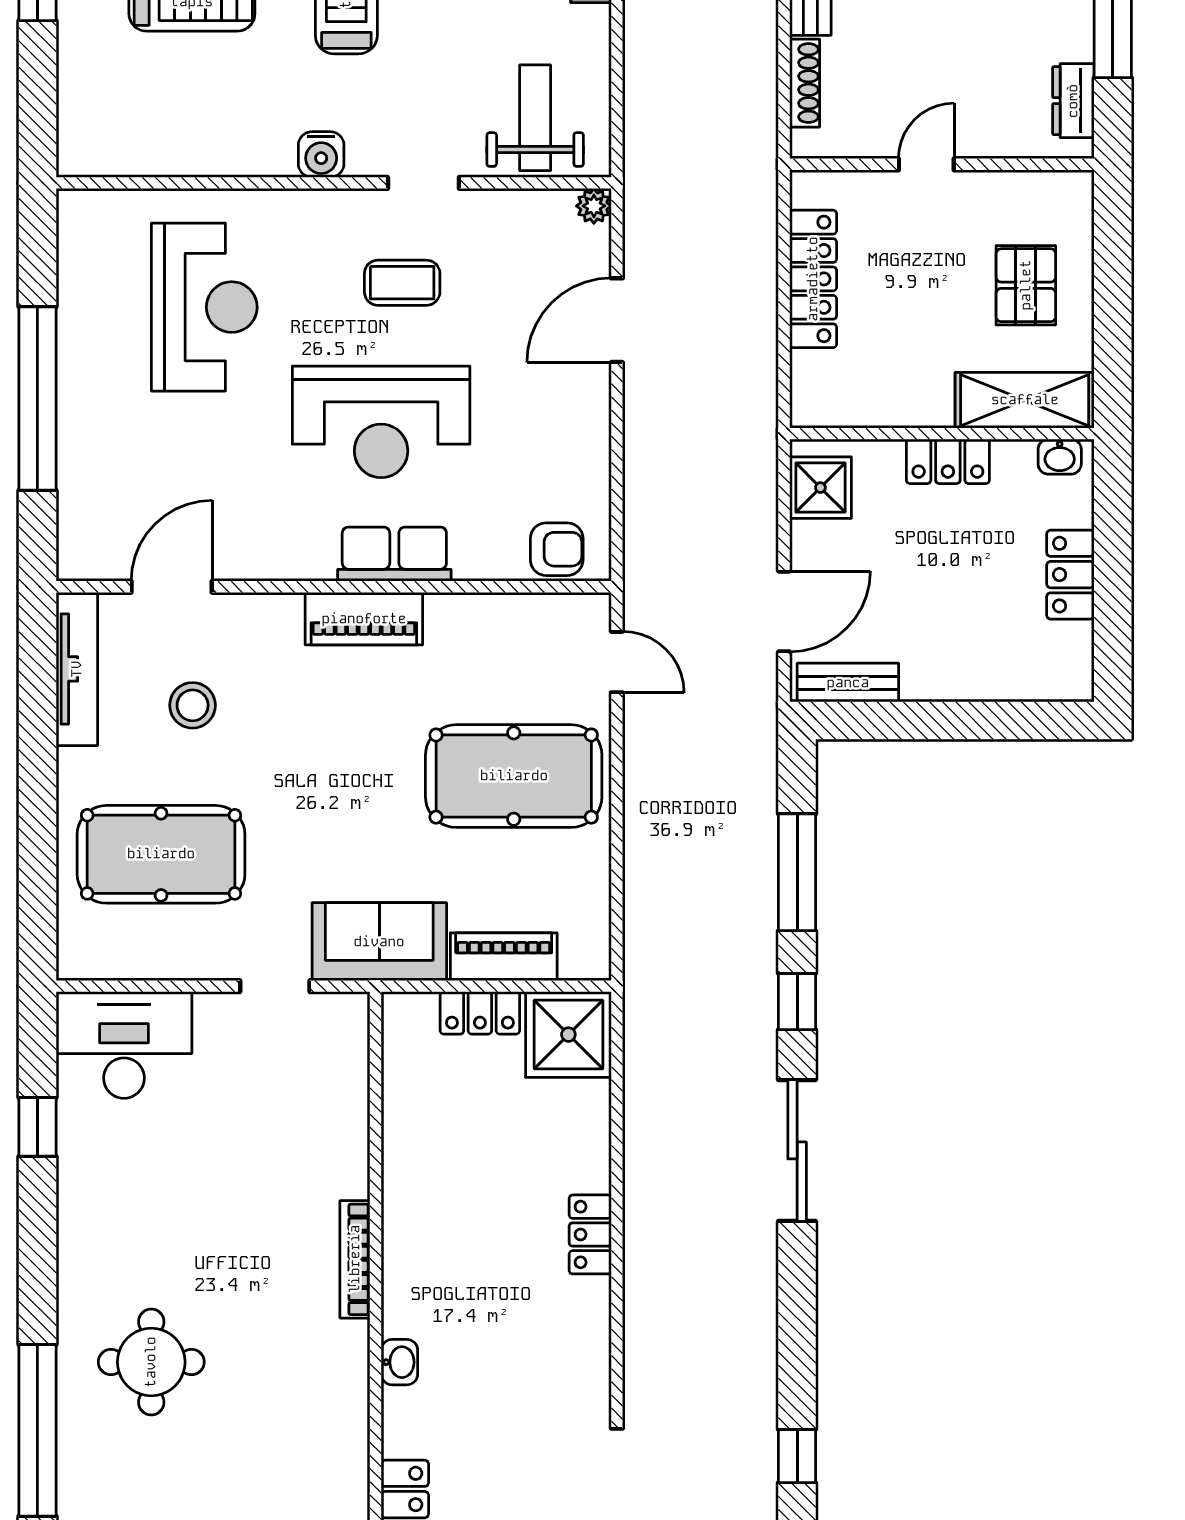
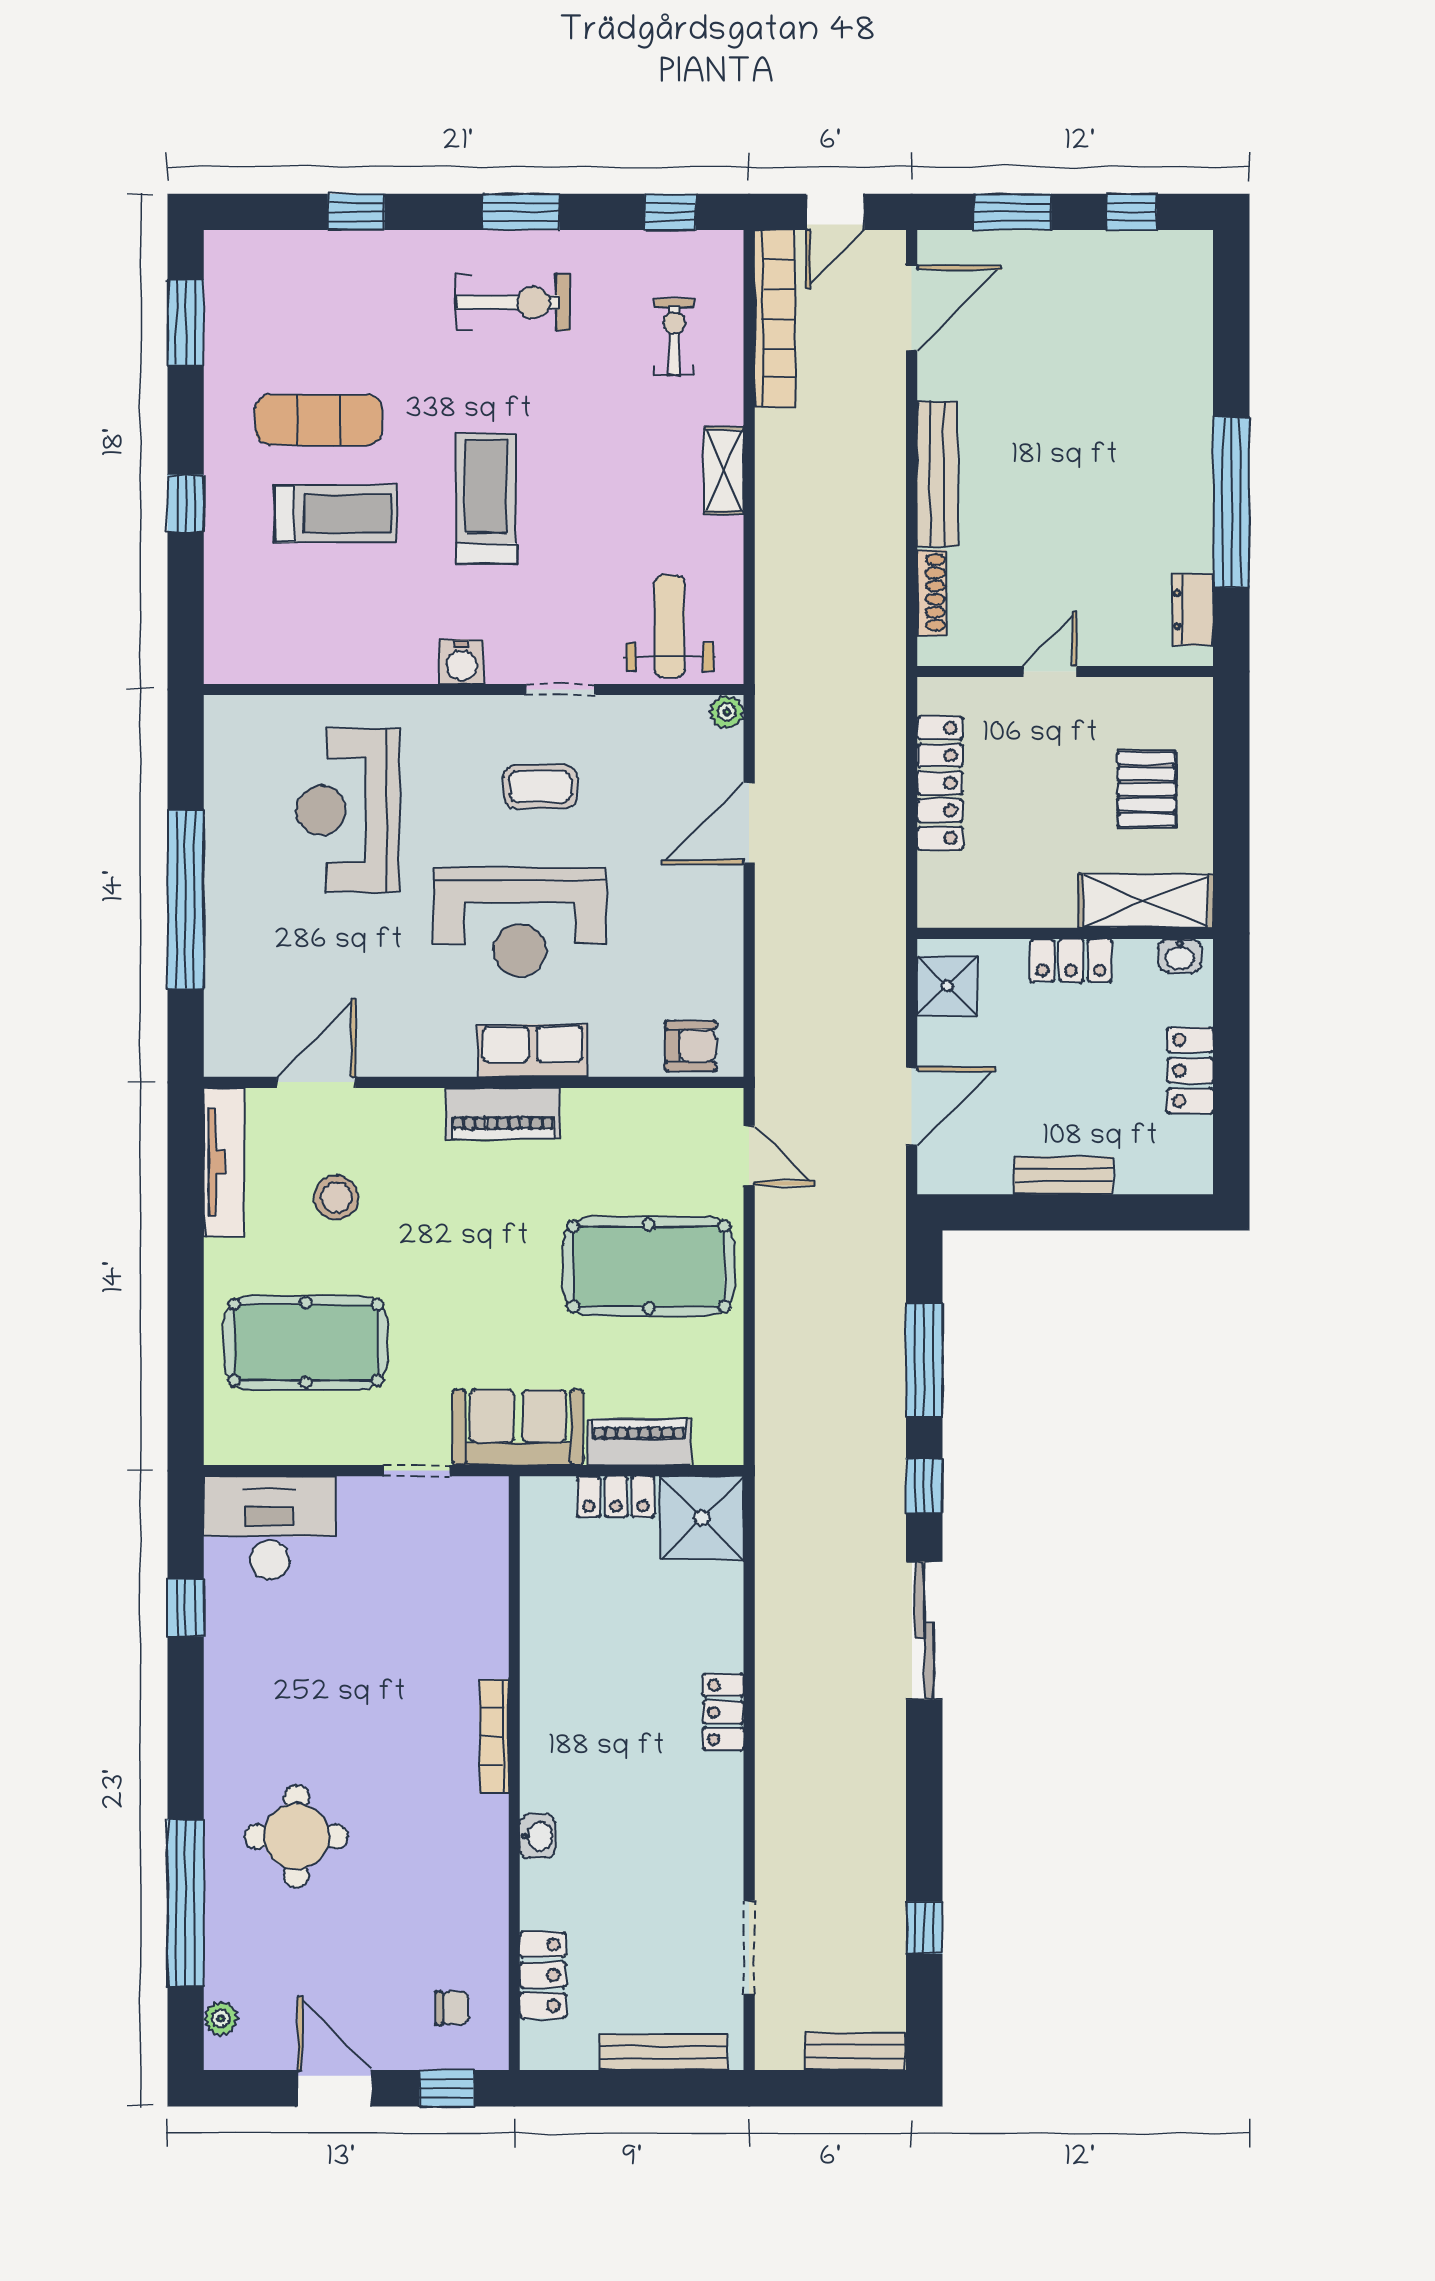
reception desk: (204, 307) -> (348, 810), turned 180
bench: (848, 683) -> (1063, 1176), moved

